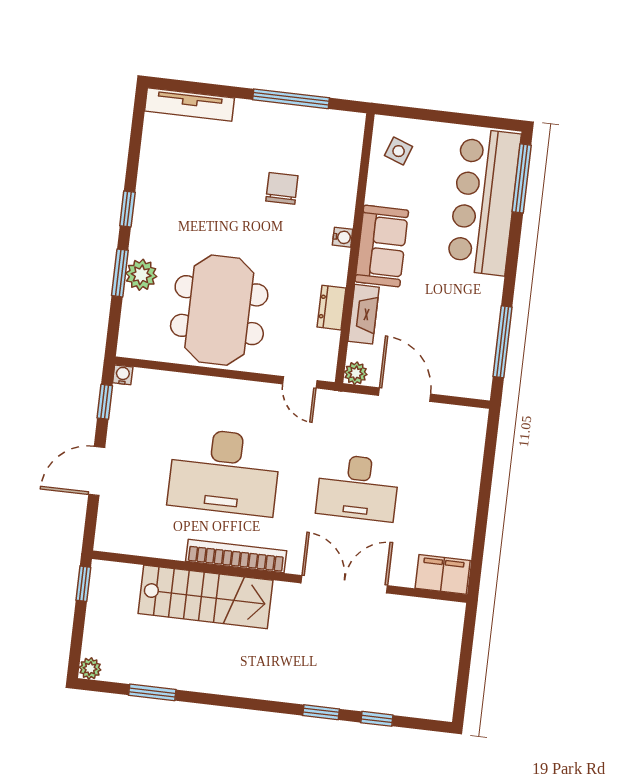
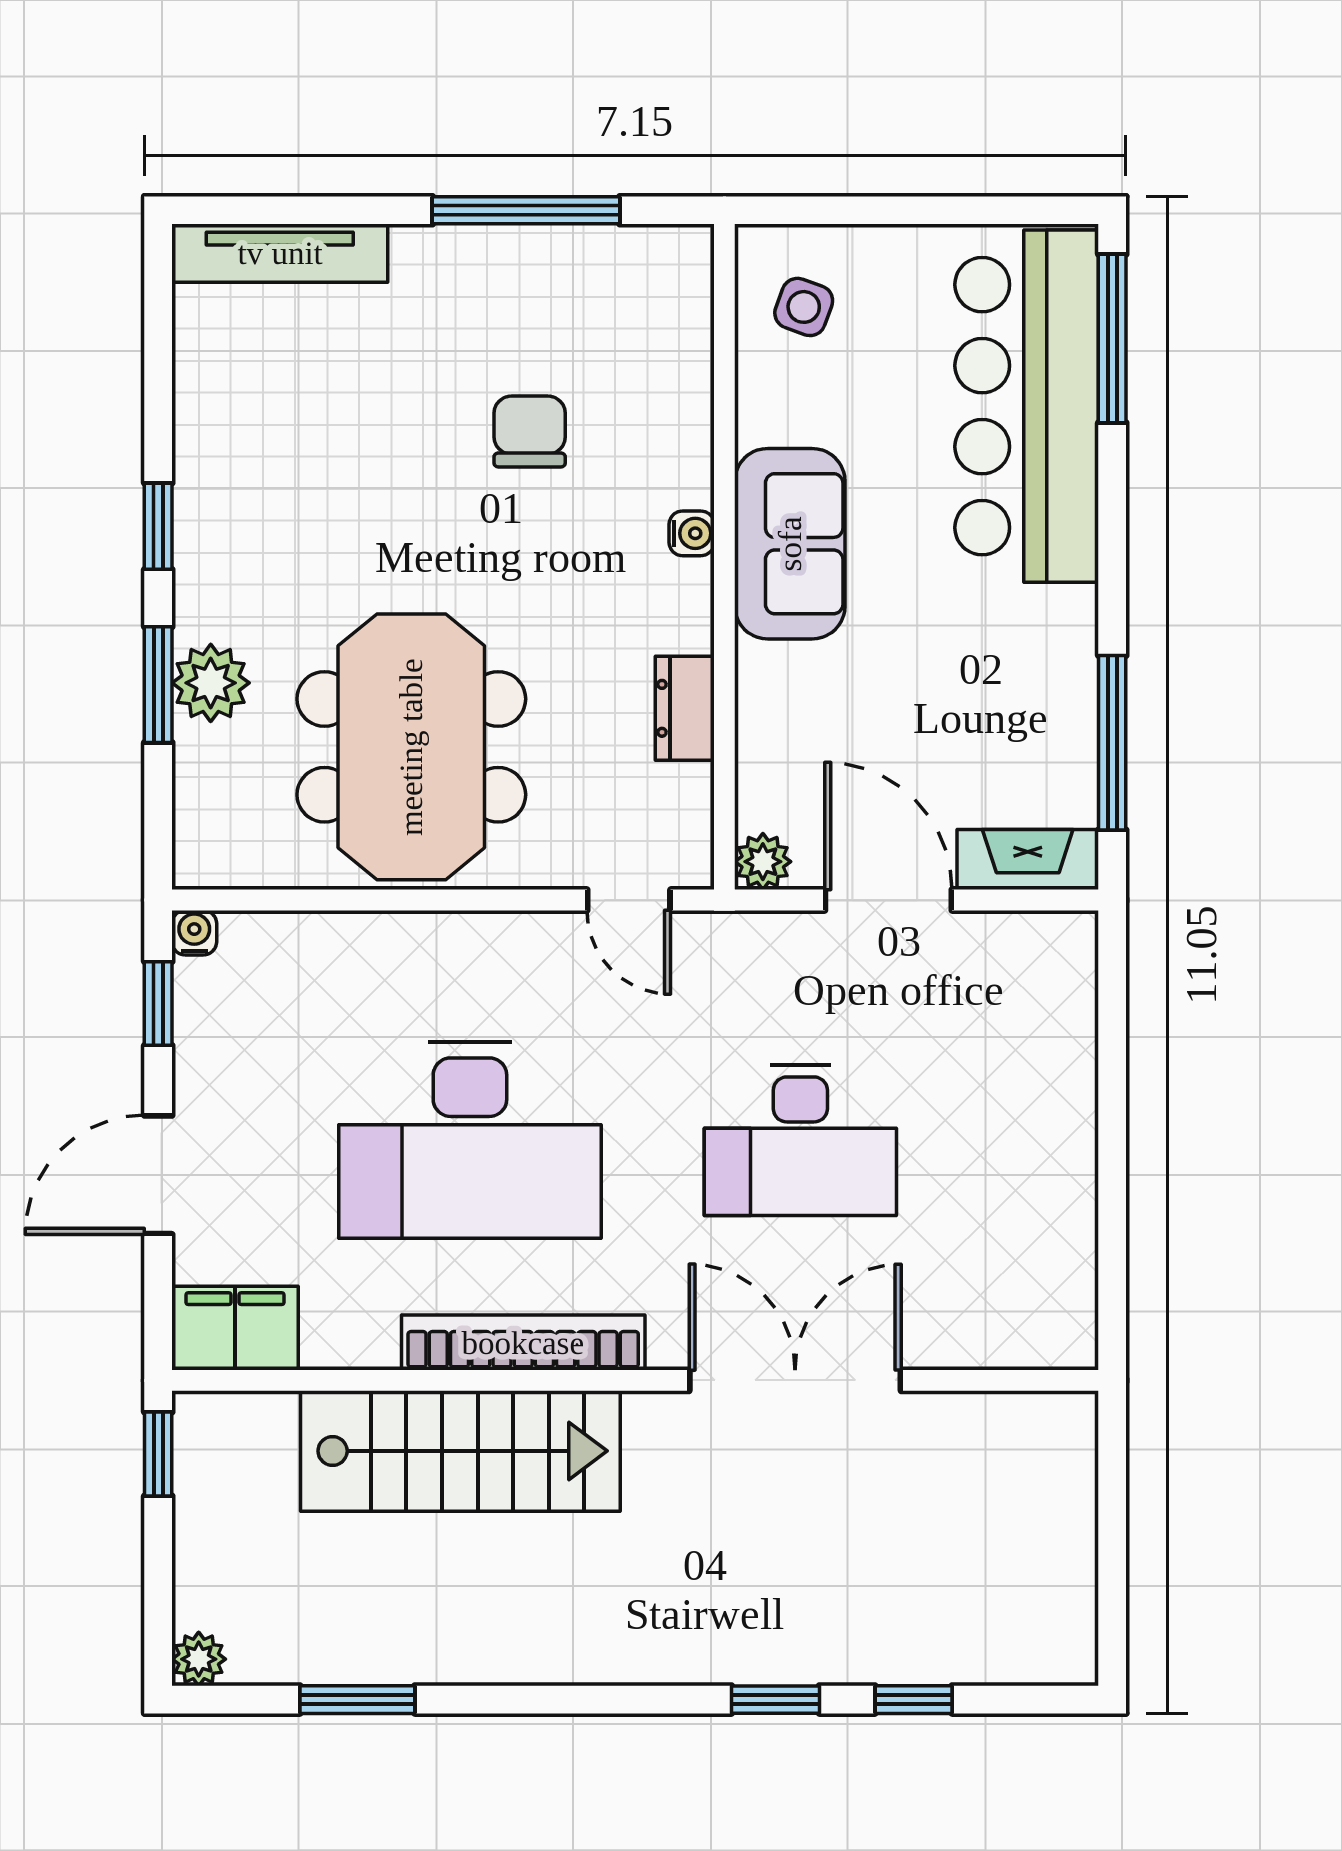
fireplace: (364, 314) -> (1028, 860), moved, turned -90
filing cabinet: (443, 574) -> (235, 1328), moved

